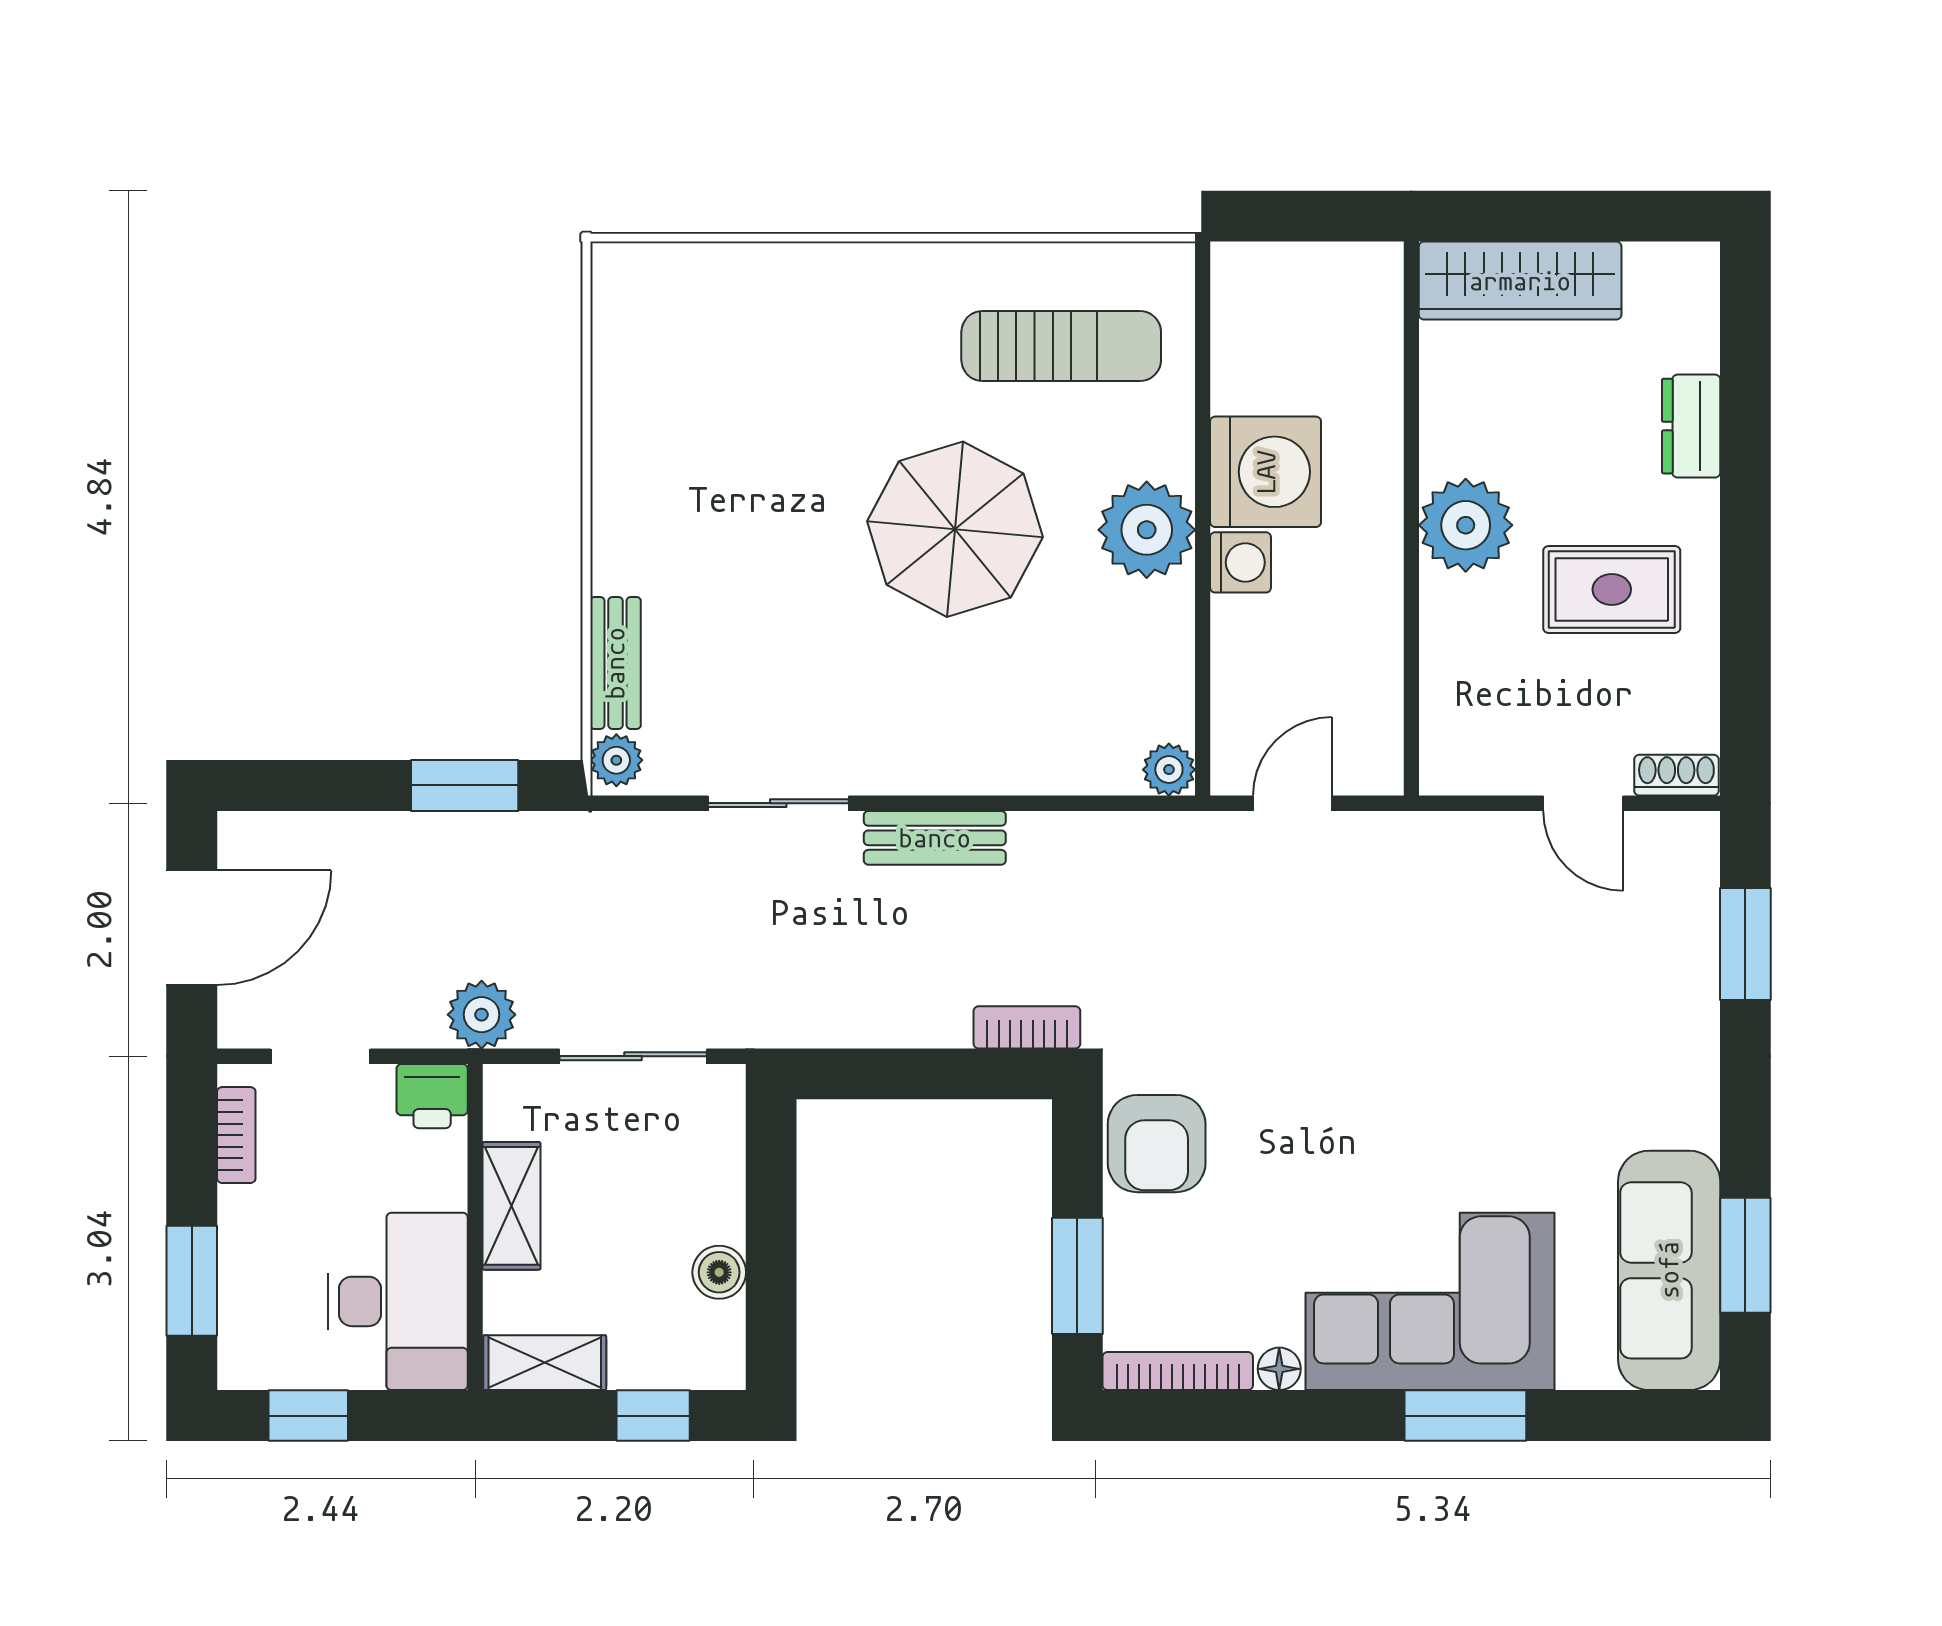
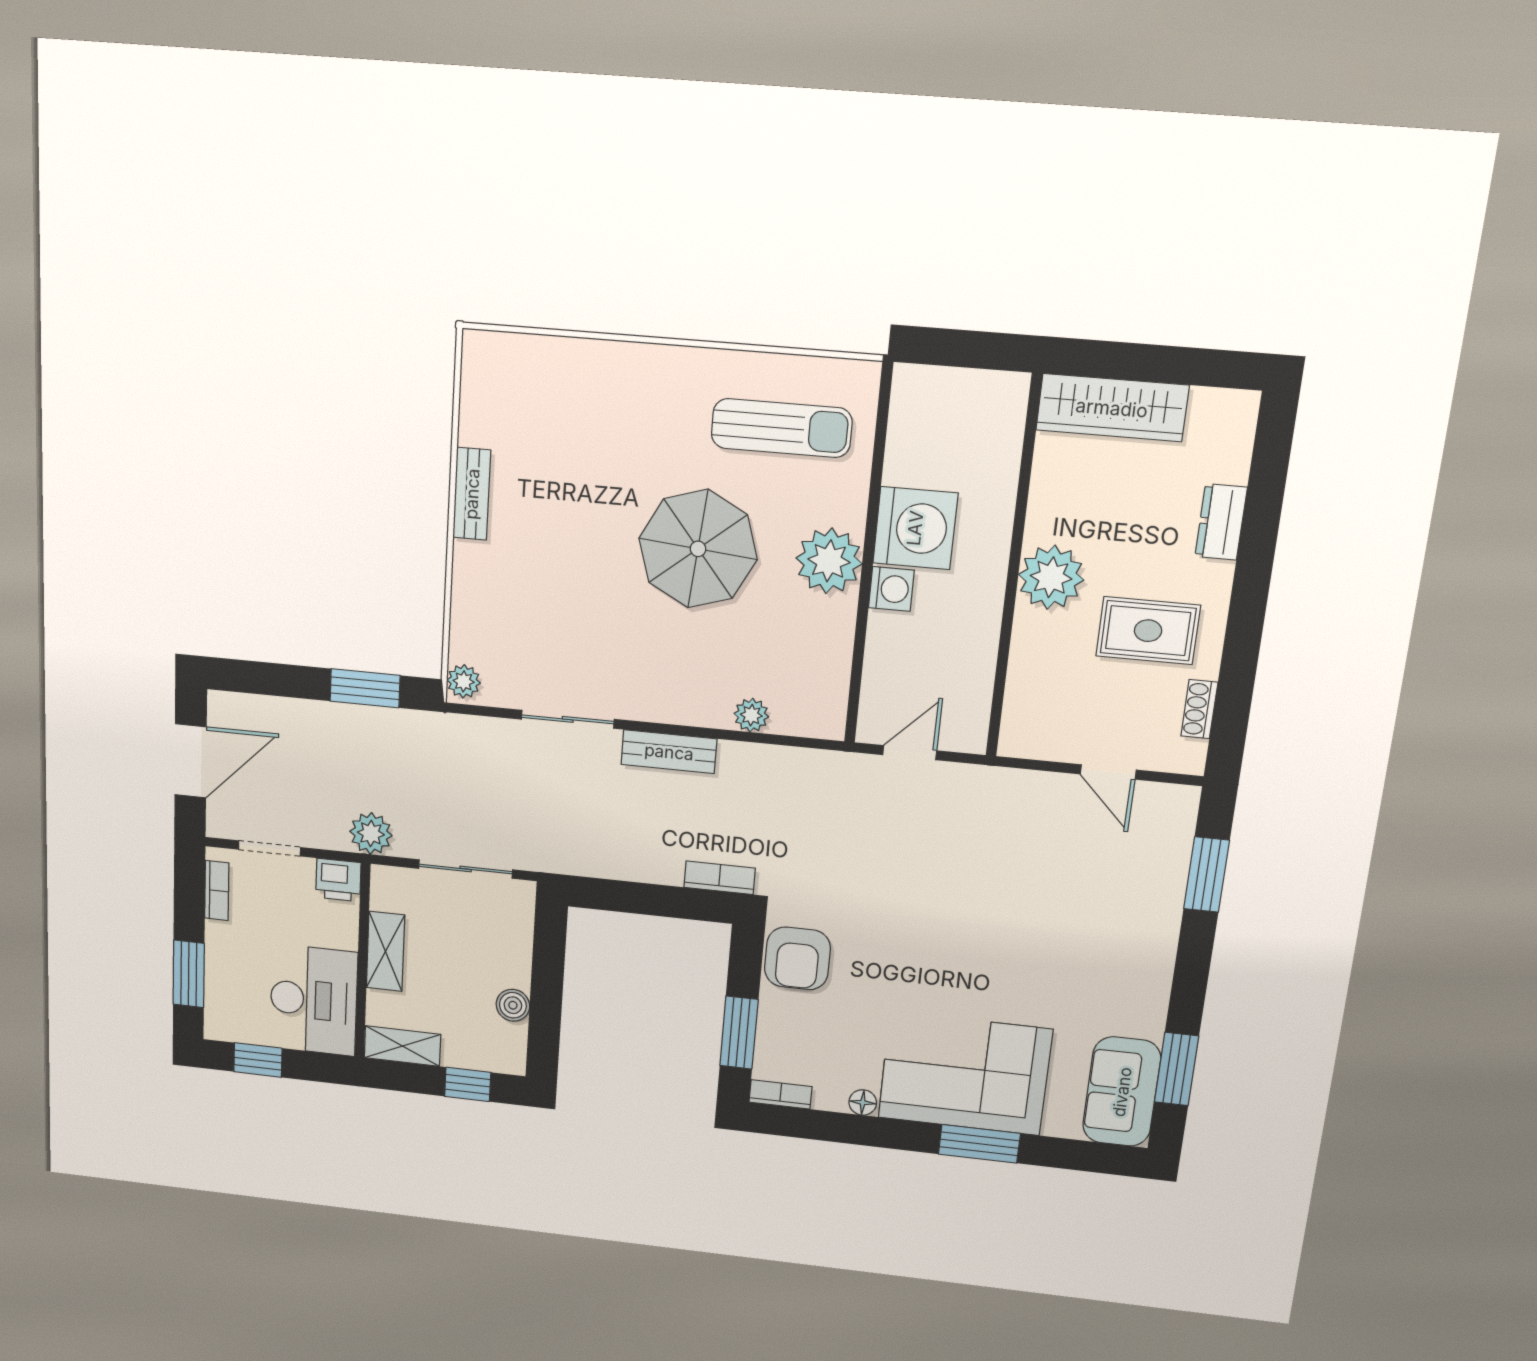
bench: (615, 663) -> (472, 494), moved
plant: (1169, 770) -> (751, 715), moved
shoe rack: (1676, 775) -> (1199, 709), moved, turned -90
sofa: (1669, 1270) -> (1122, 1092), width x0.73
bookcase: (1178, 1371) -> (780, 1094), width x0.64

